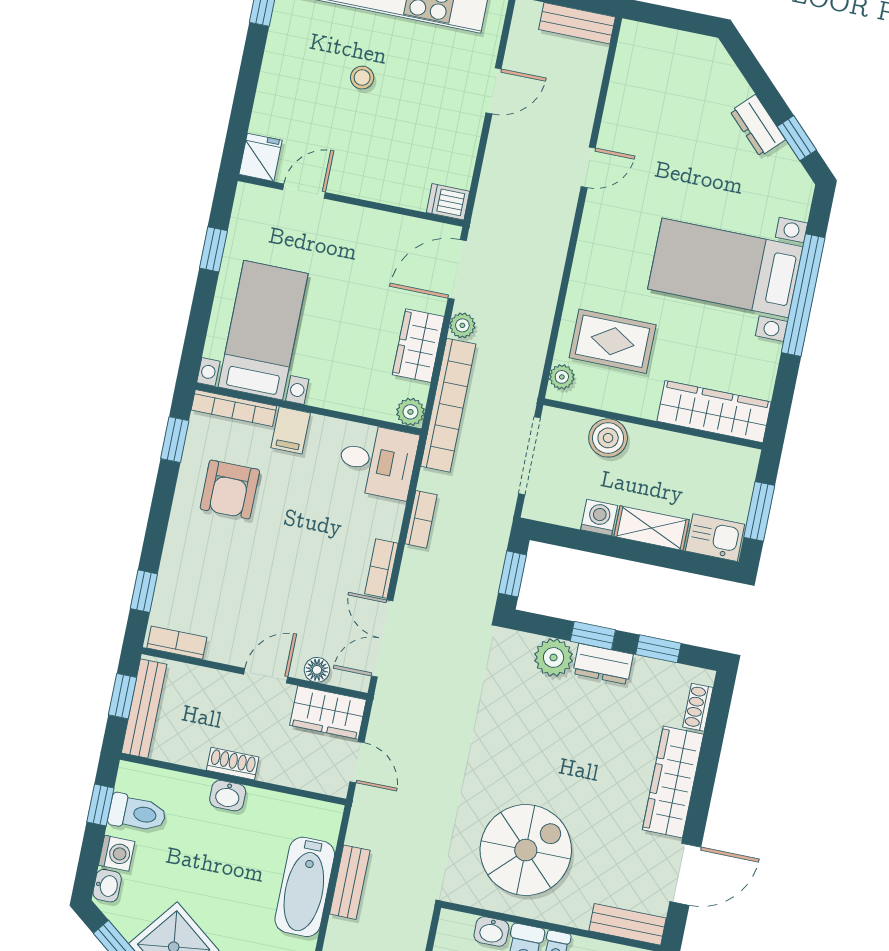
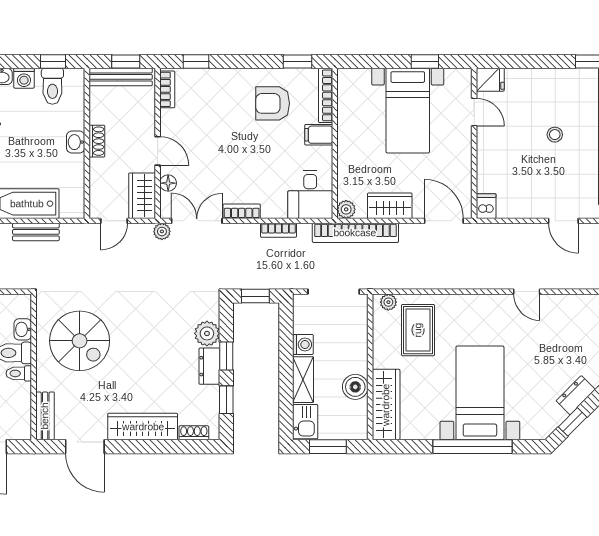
plant: (462, 325) -> (162, 231), moved
bed with nightstands: (263, 330) -> (408, 111), moved, turned 90
boiler: (608, 438) -> (355, 387), moved

